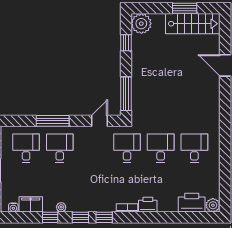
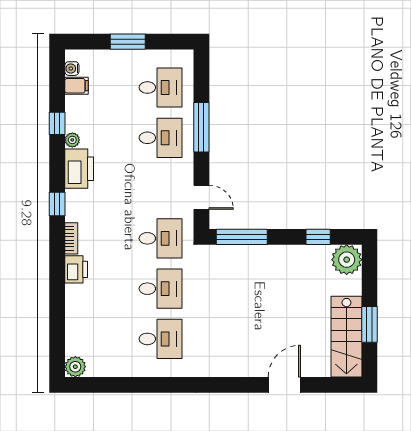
printer: (192, 203) -> (79, 169), moved
filing cabinet: (31, 204) -> (76, 86), width x0.50
window: (80, 217) -> (57, 169), removed

